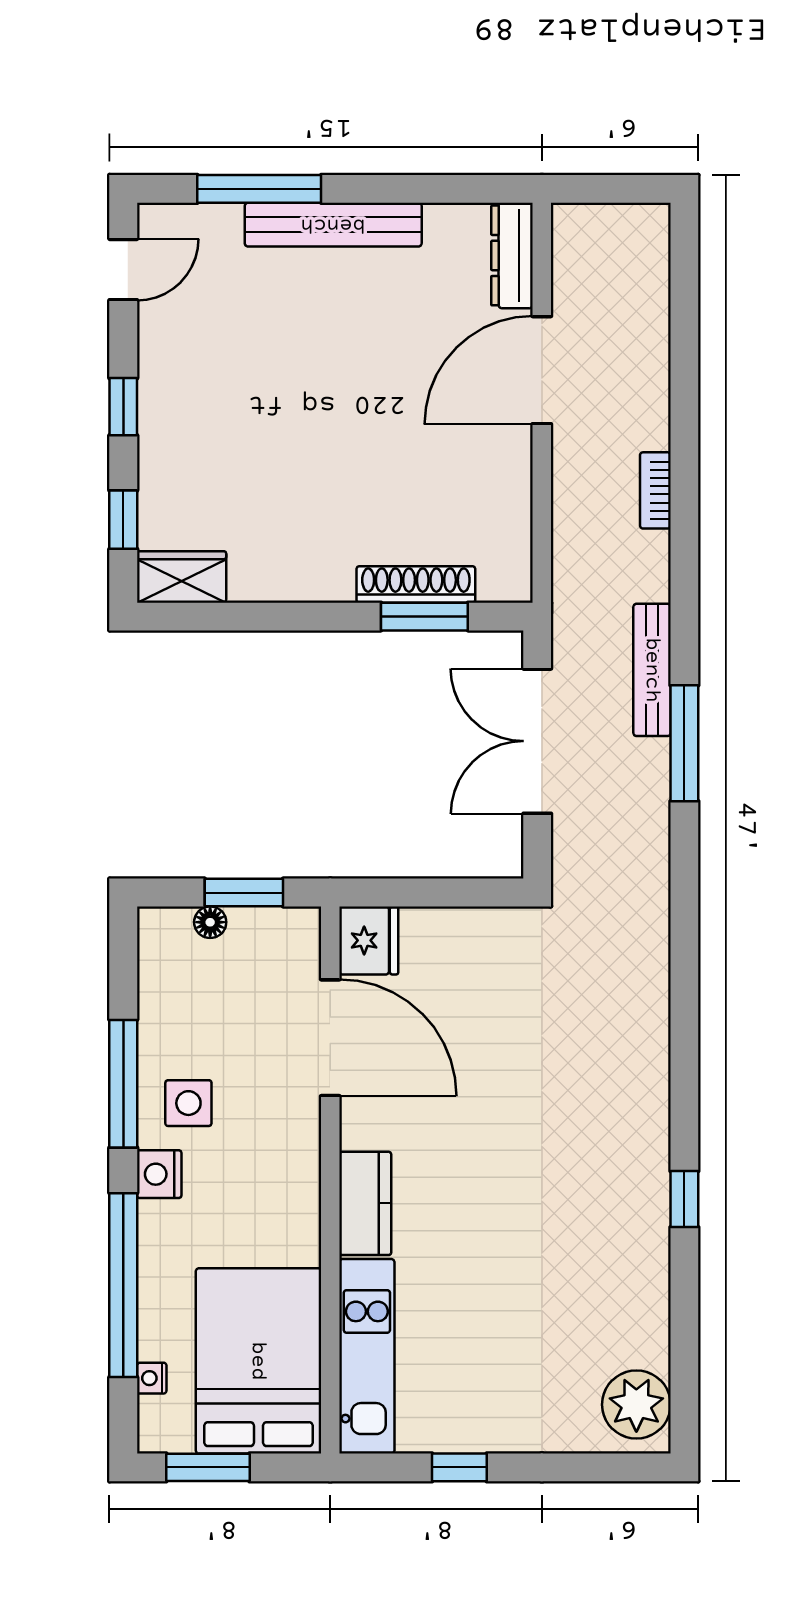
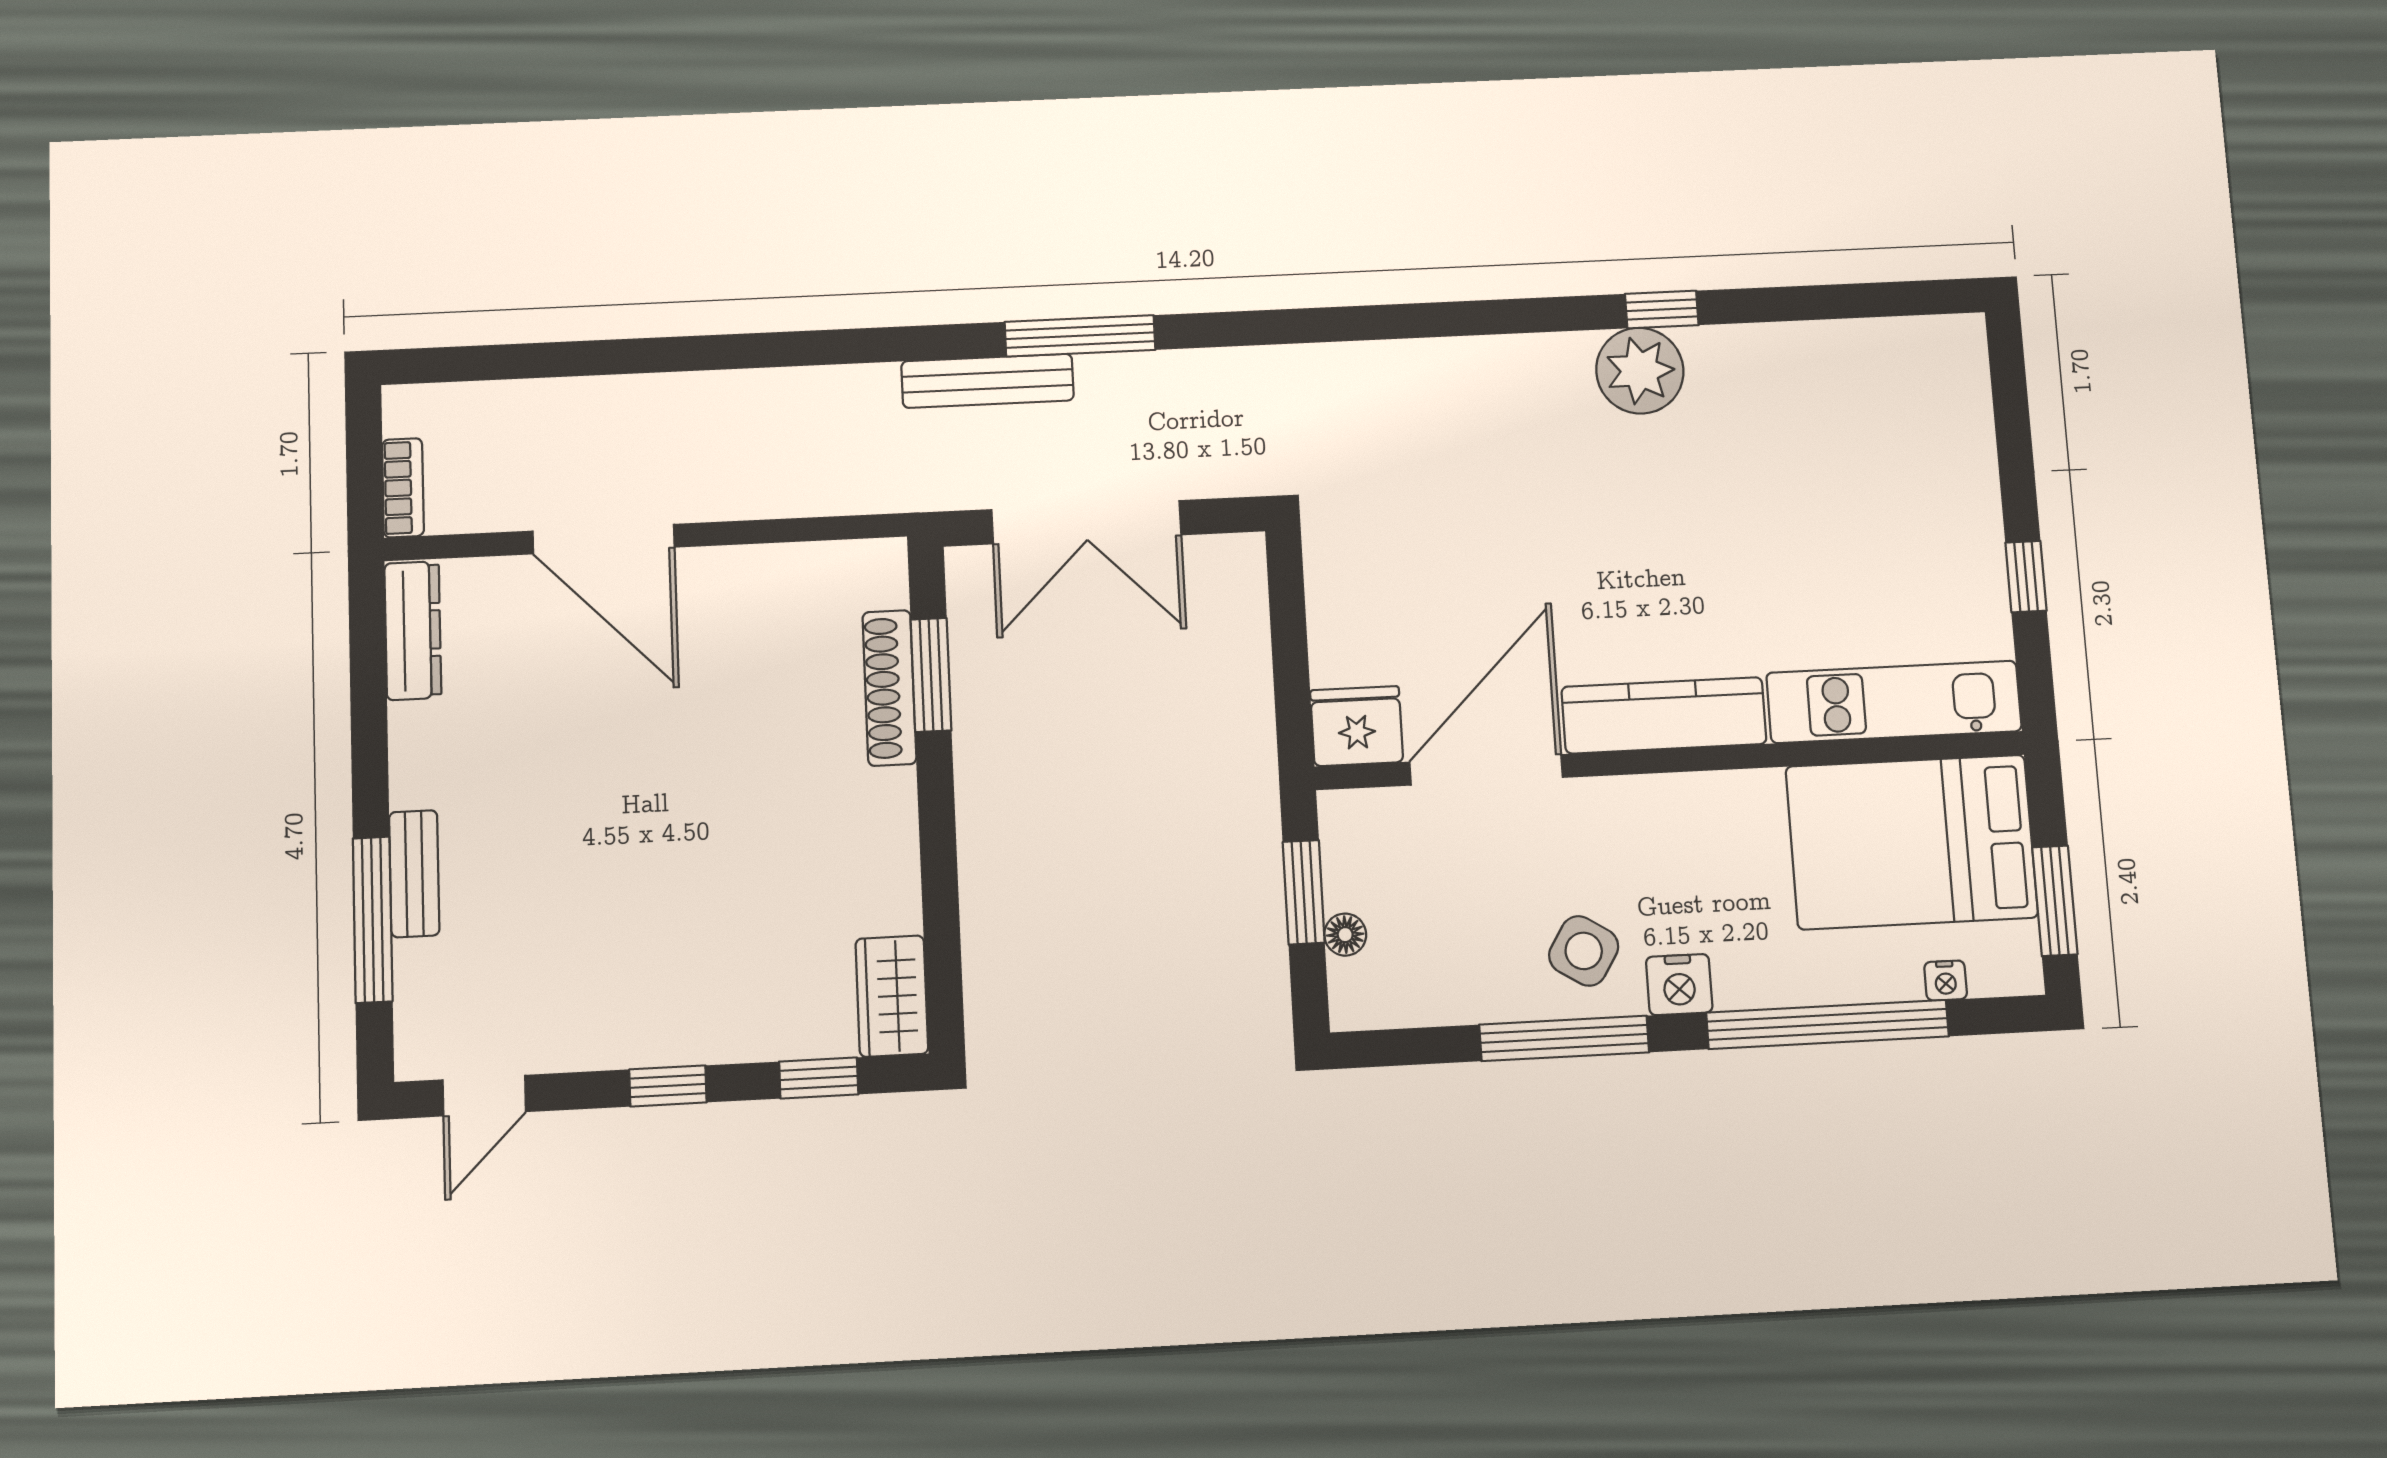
bench: (333, 225) -> (414, 874), width x0.54, depth x0.82
dresser: (512, 255) -> (413, 630), moved, turned -90
door: (123, 270) -> (484, 1096), swing flipped
bookcase: (655, 490) -> (403, 488), moved, turned -90
side table: (188, 1103) -> (1584, 951), turned 32
kitchen counter: (365, 1203) -> (1664, 715), width x1.50
plant: (636, 1405) -> (1640, 371), moved

